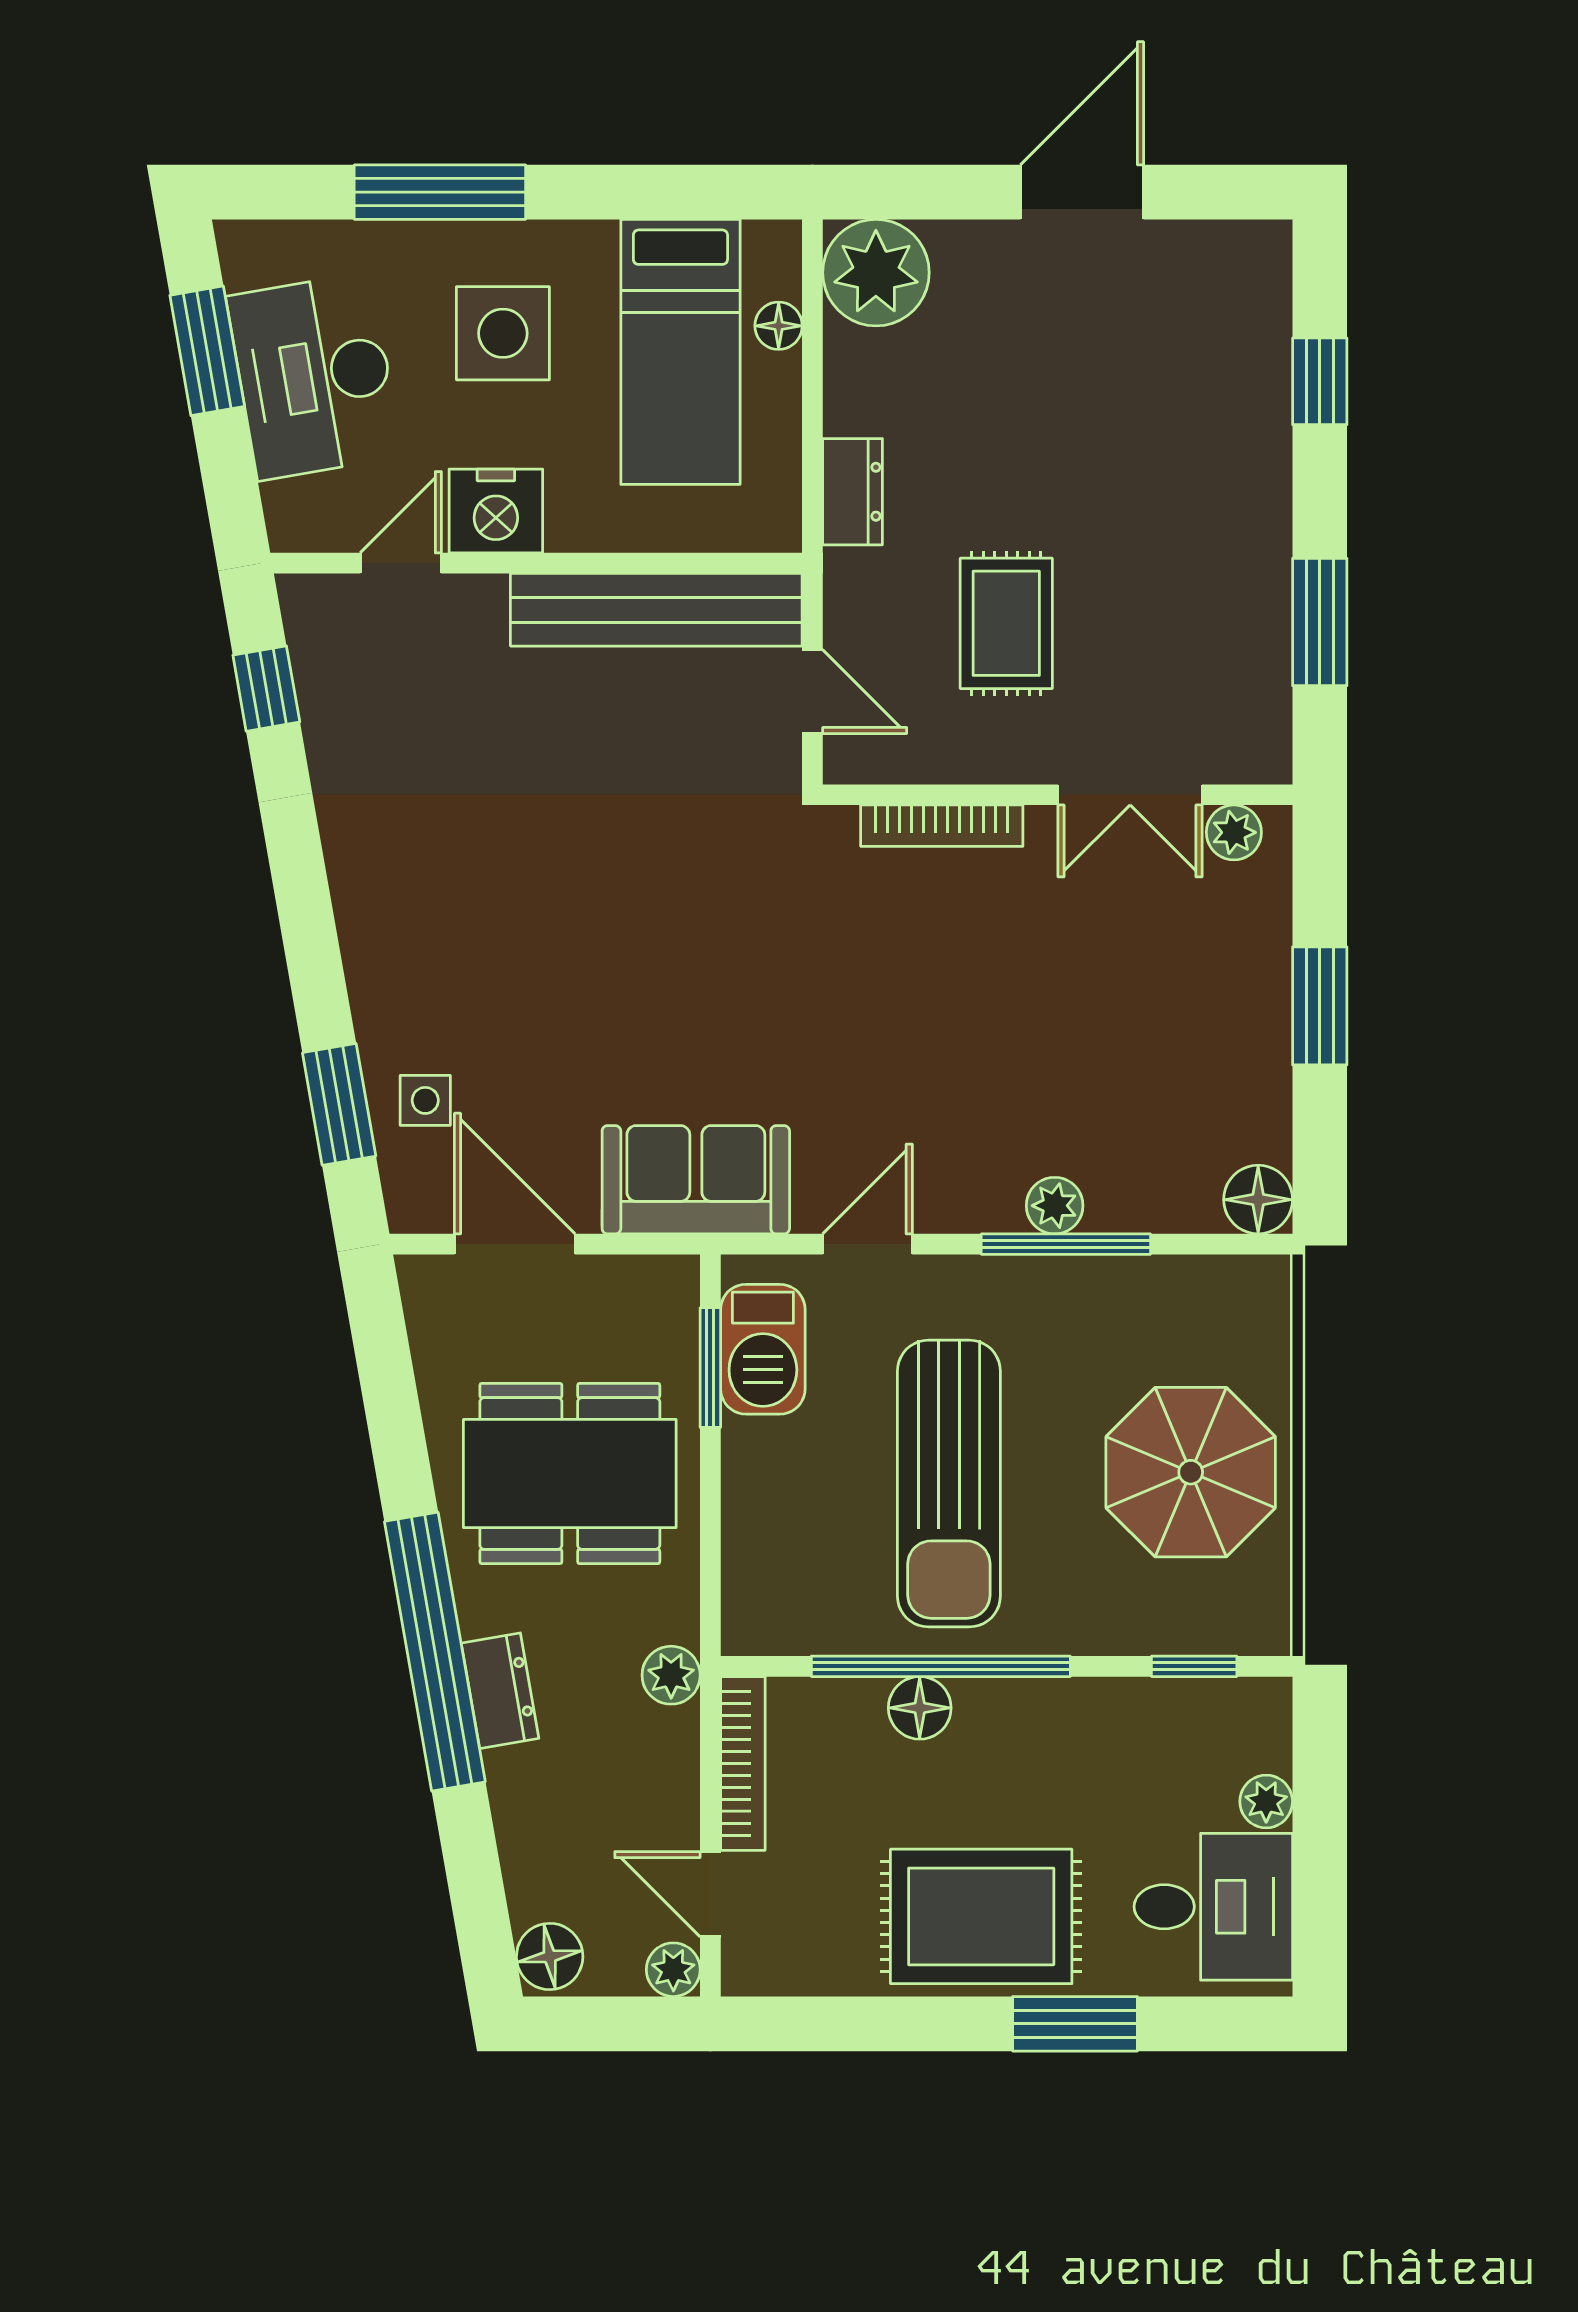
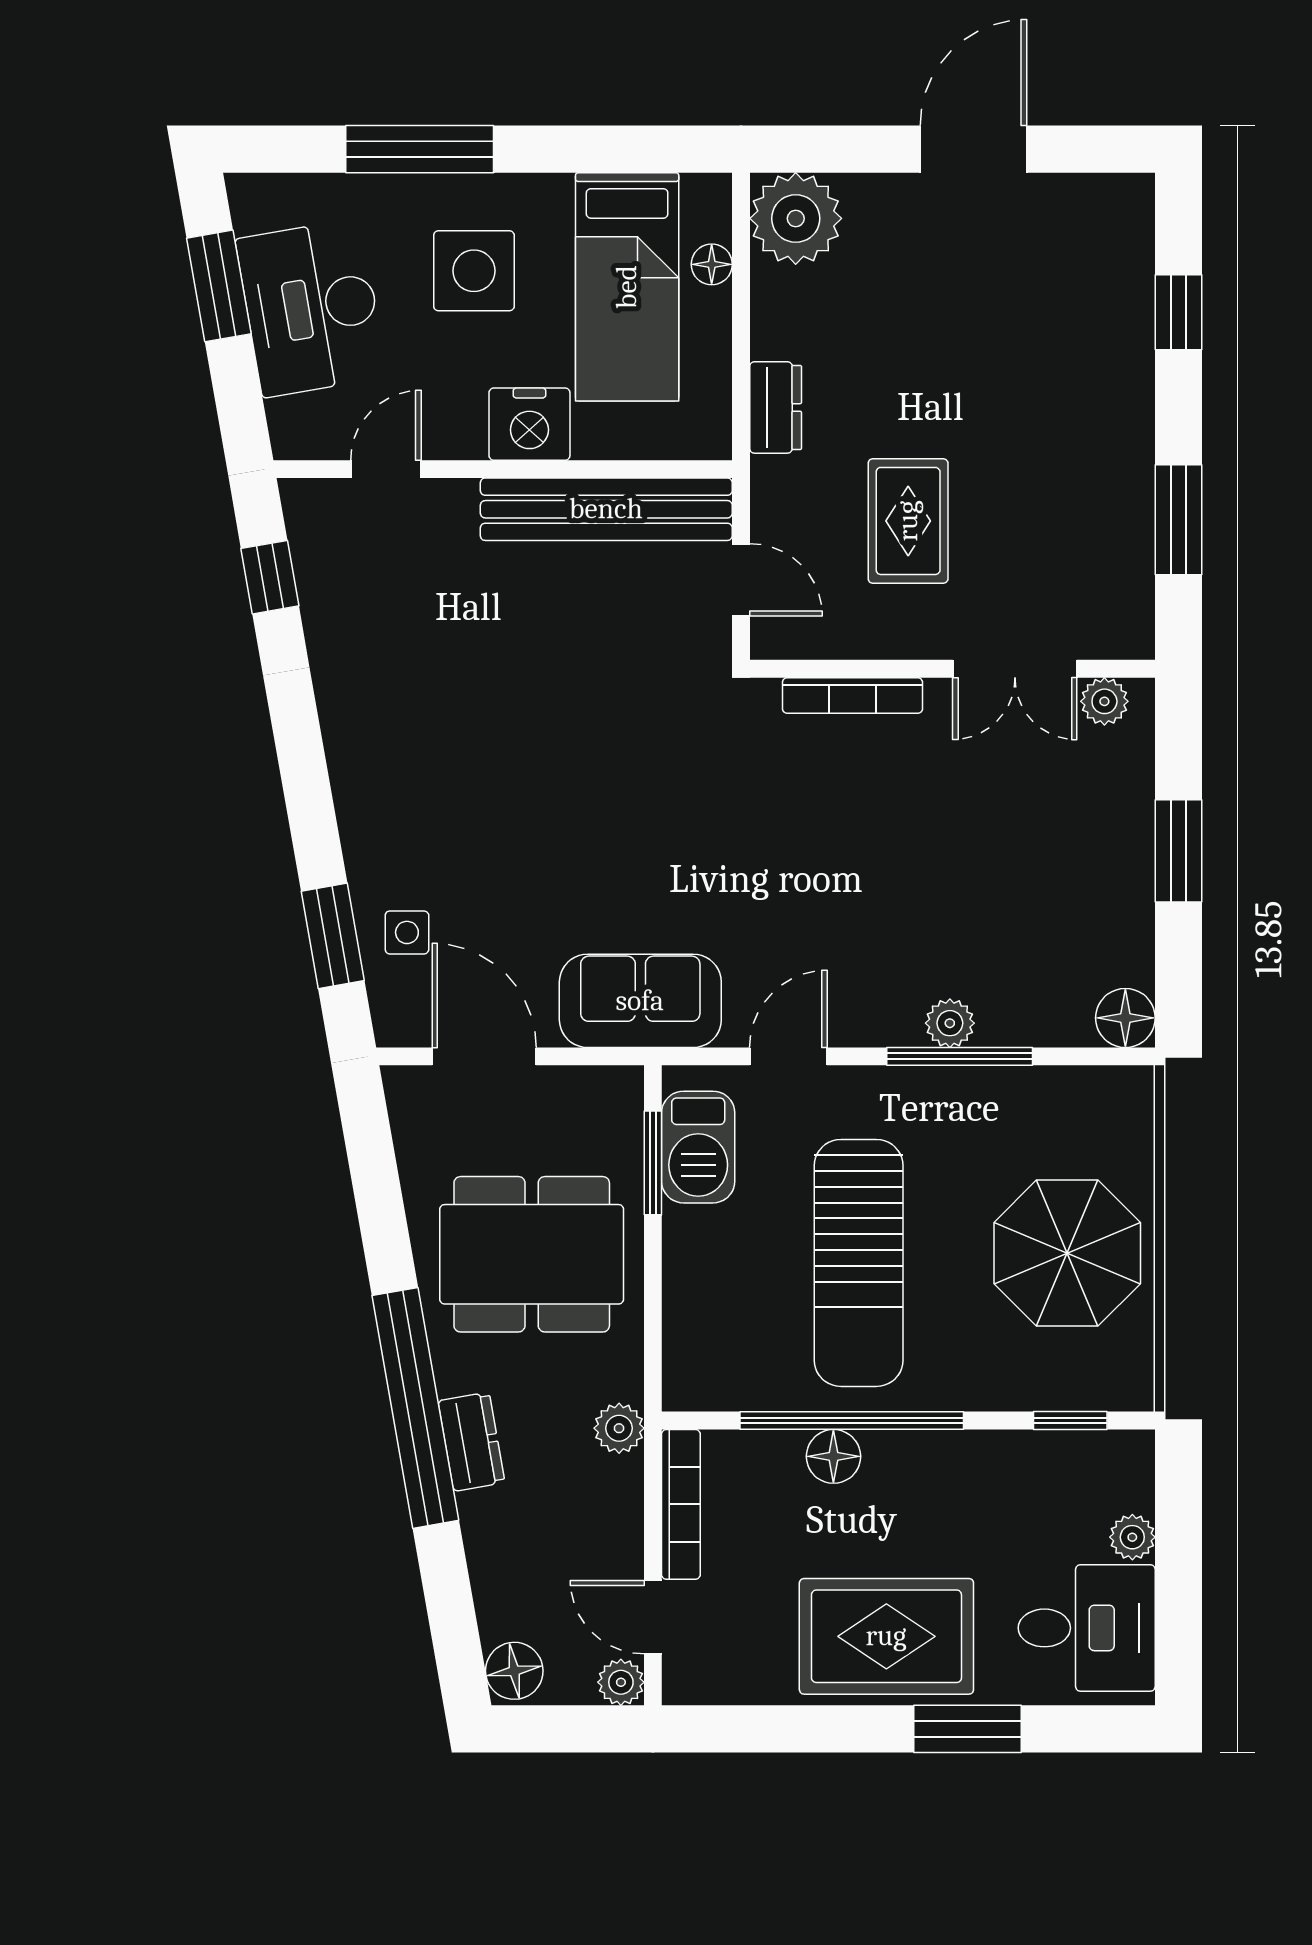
nightstand: (496, 511) -> (529, 424), moved

